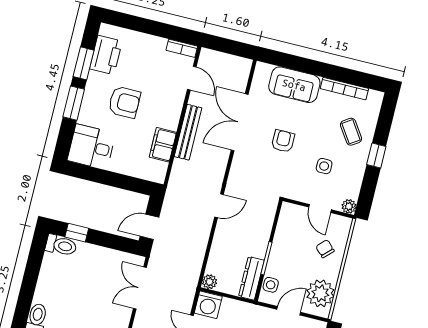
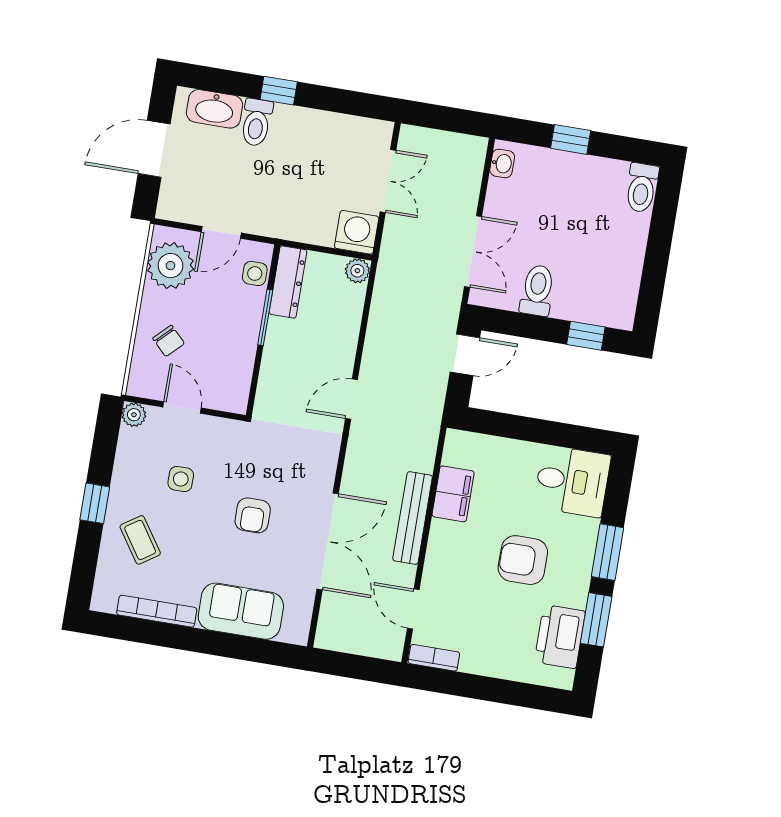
toilet: (61, 245) -> (537, 290), moved, turned 90

